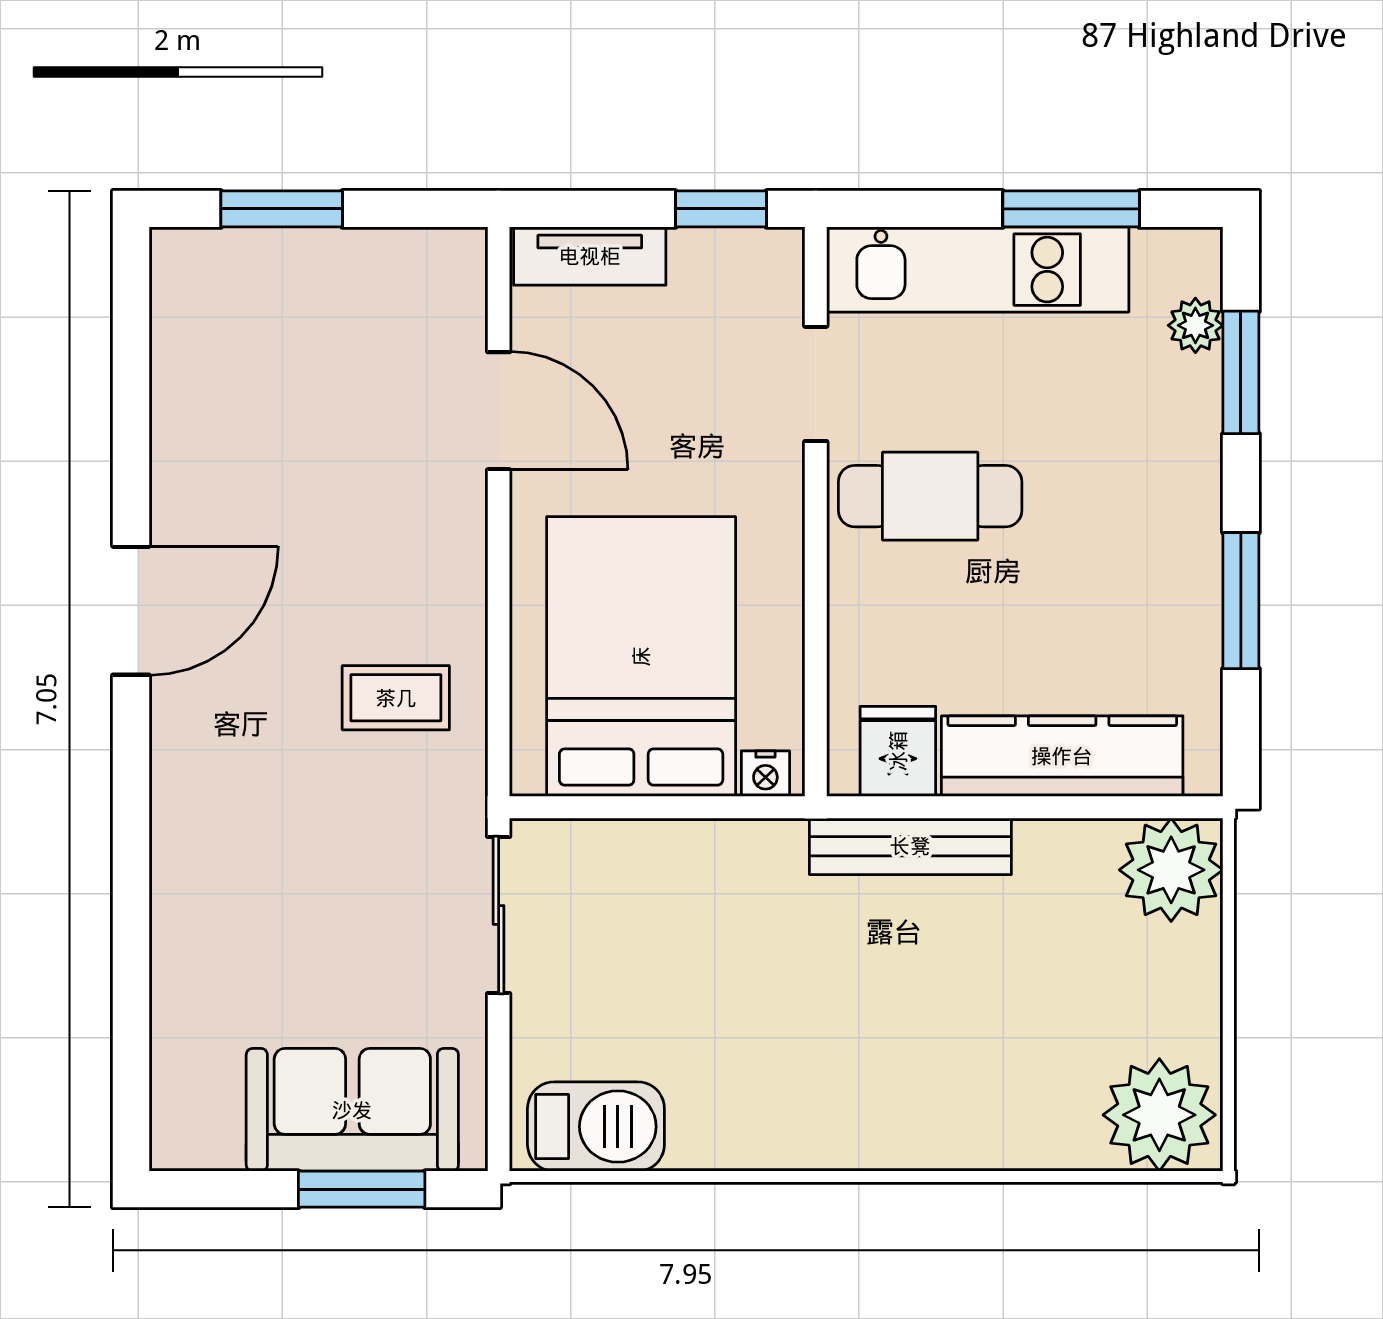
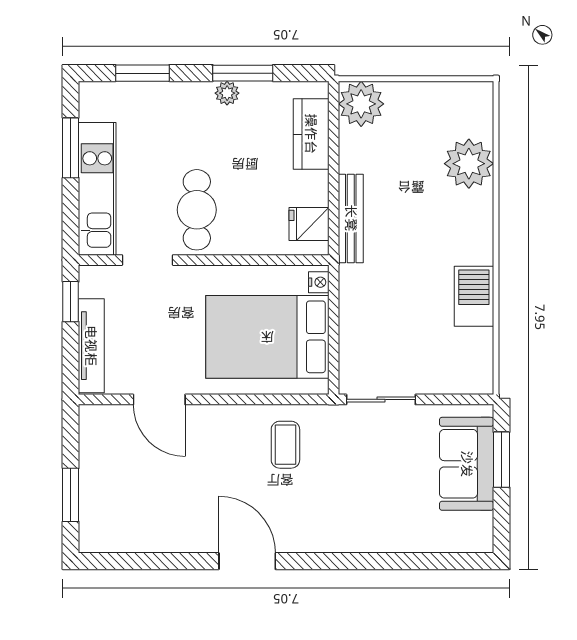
tv unit: (590, 256) -> (91, 346), width x1.41
plant: (1195, 325) -> (227, 93), moved
door: (499, 411) -> (159, 399), swing flipped
kitchen counter: (1062, 756) -> (311, 134), width x0.67
plant: (1159, 1115) -> (469, 164), moved
barbecue: (596, 1127) -> (474, 296), moved

